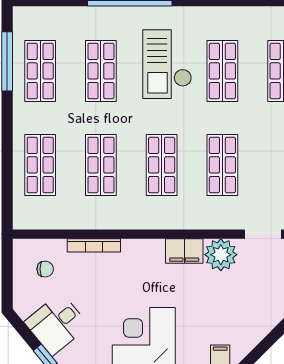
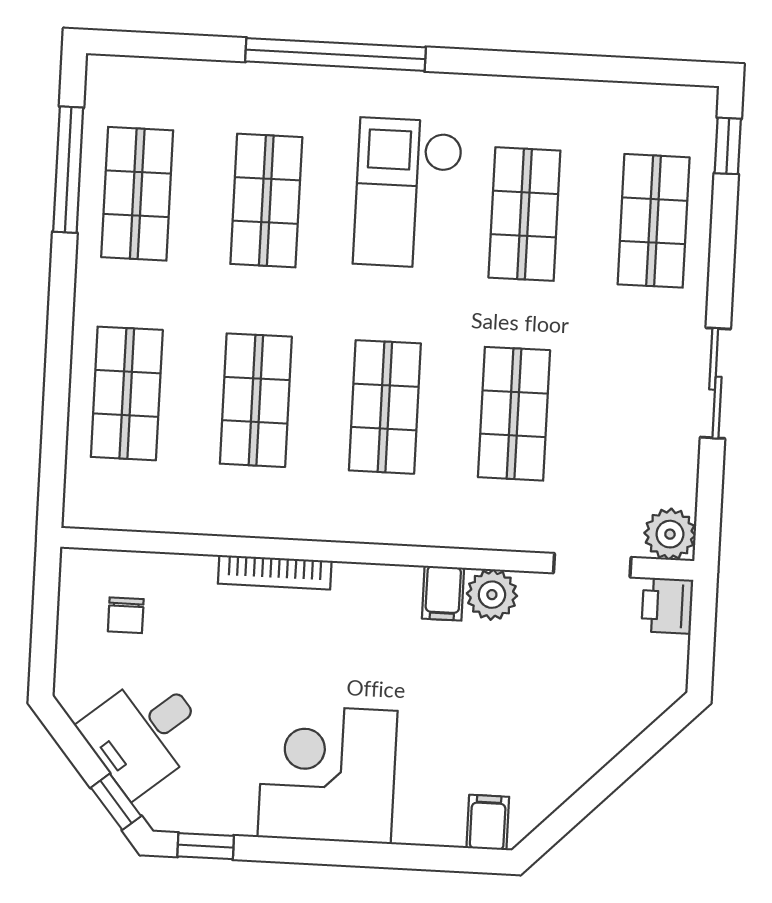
bookcase: (94, 245) -> (275, 572), moved
filing cabinet: (184, 251) -> (443, 593), width x0.50
plant: (221, 255) -> (492, 595), width x0.73, depth x0.73
chair: (45, 269) -> (126, 615), turned 90

